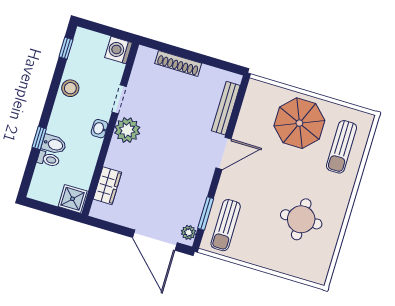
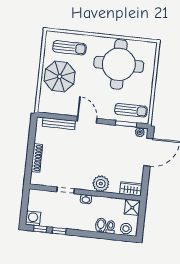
washing machine: (119, 50) -> (33, 218), moved, turned 180
stool: (70, 88) -> (126, 229), moved
plant: (127, 130) -> (101, 184), moved
window: (39, 138) -> (59, 231), moved
wardrobe: (107, 186) -> (131, 189), moved
round table: (301, 219) -> (119, 64), width x1.86, depth x1.86

